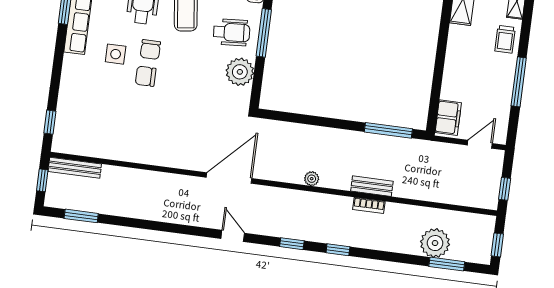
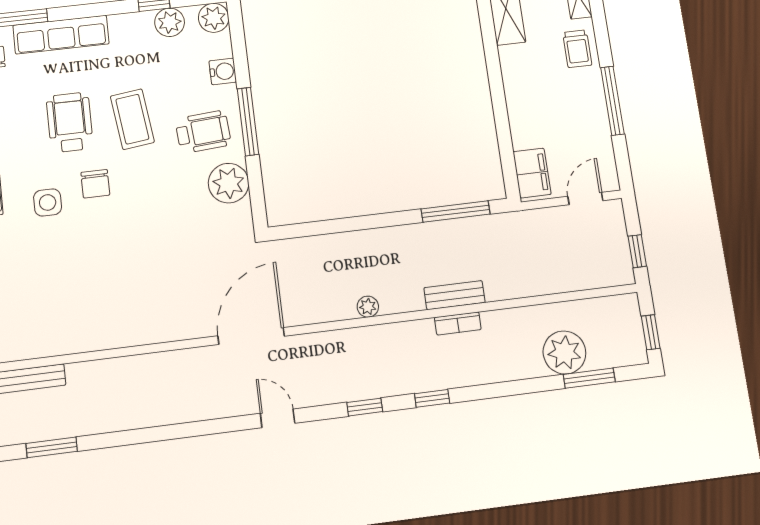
chair: (146, 76) -> (98, 223), removed

